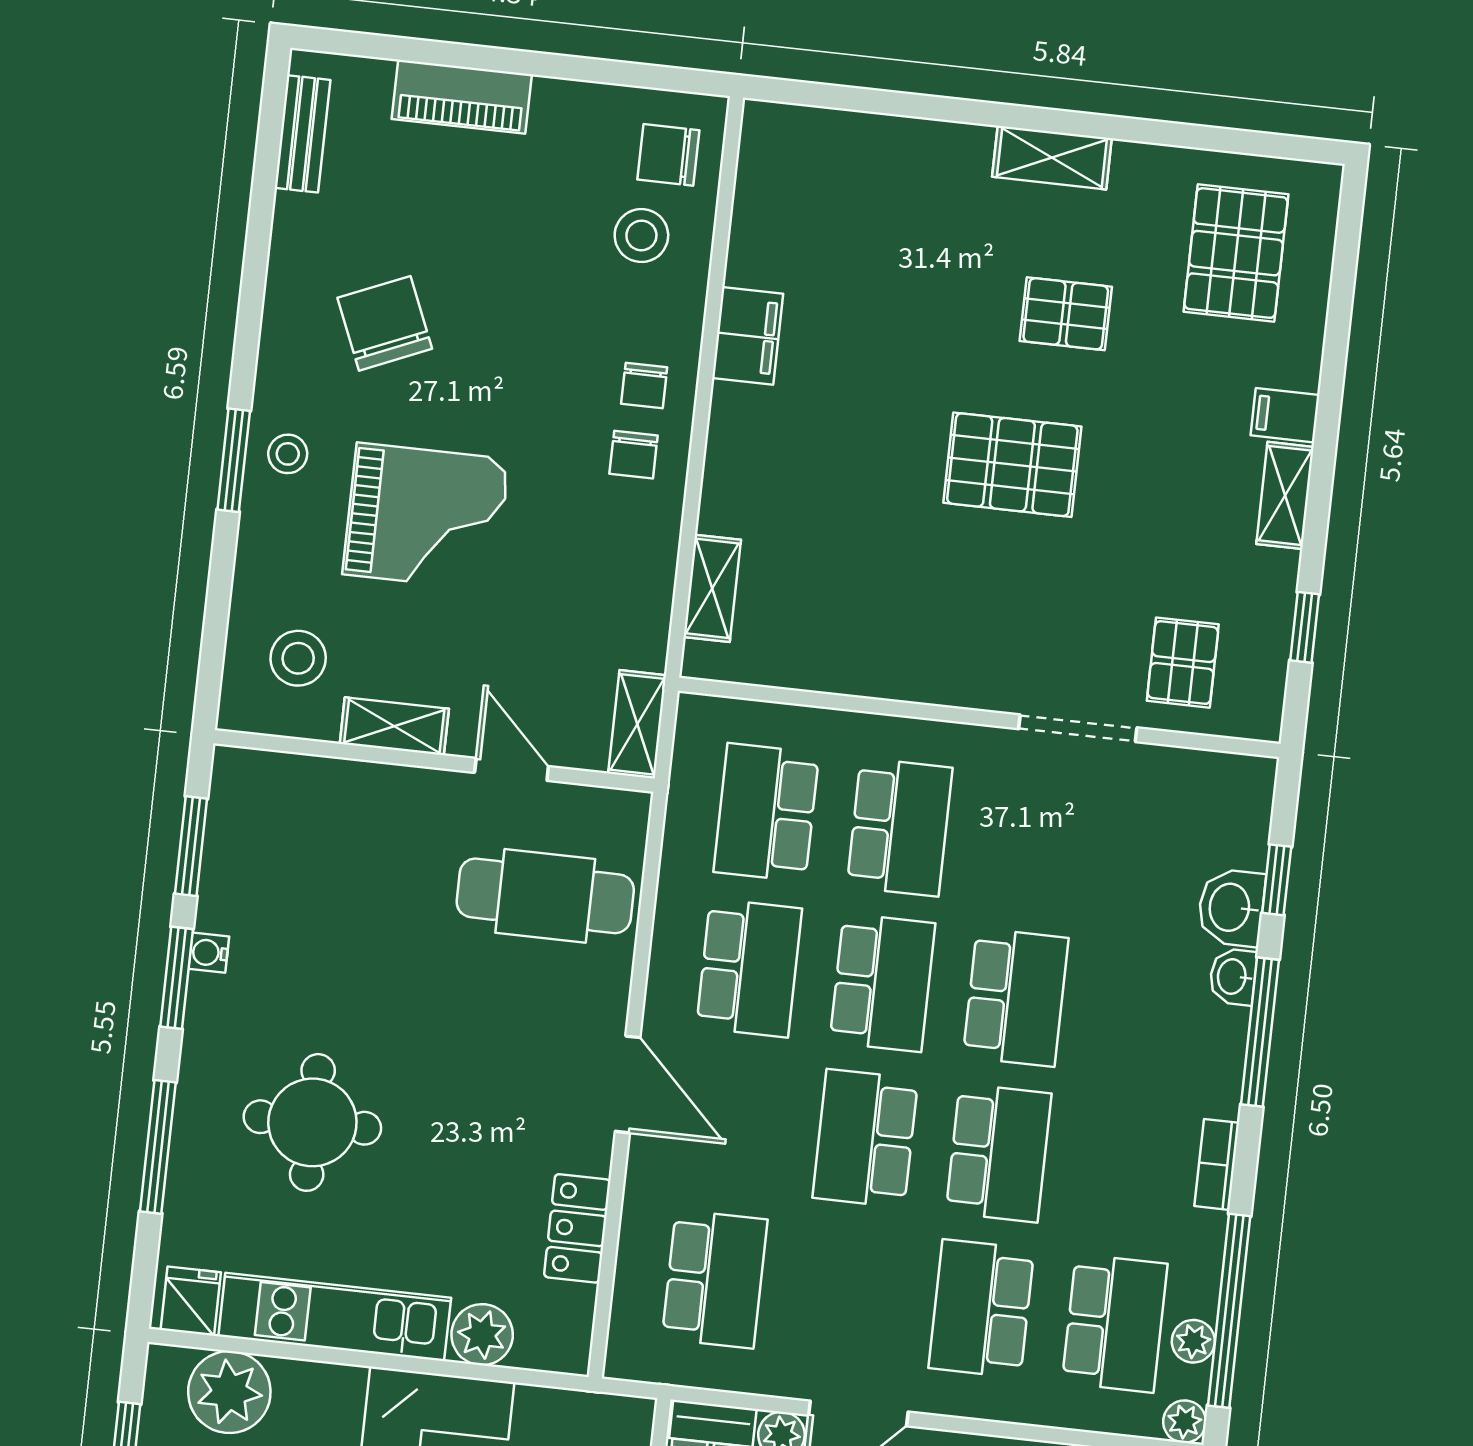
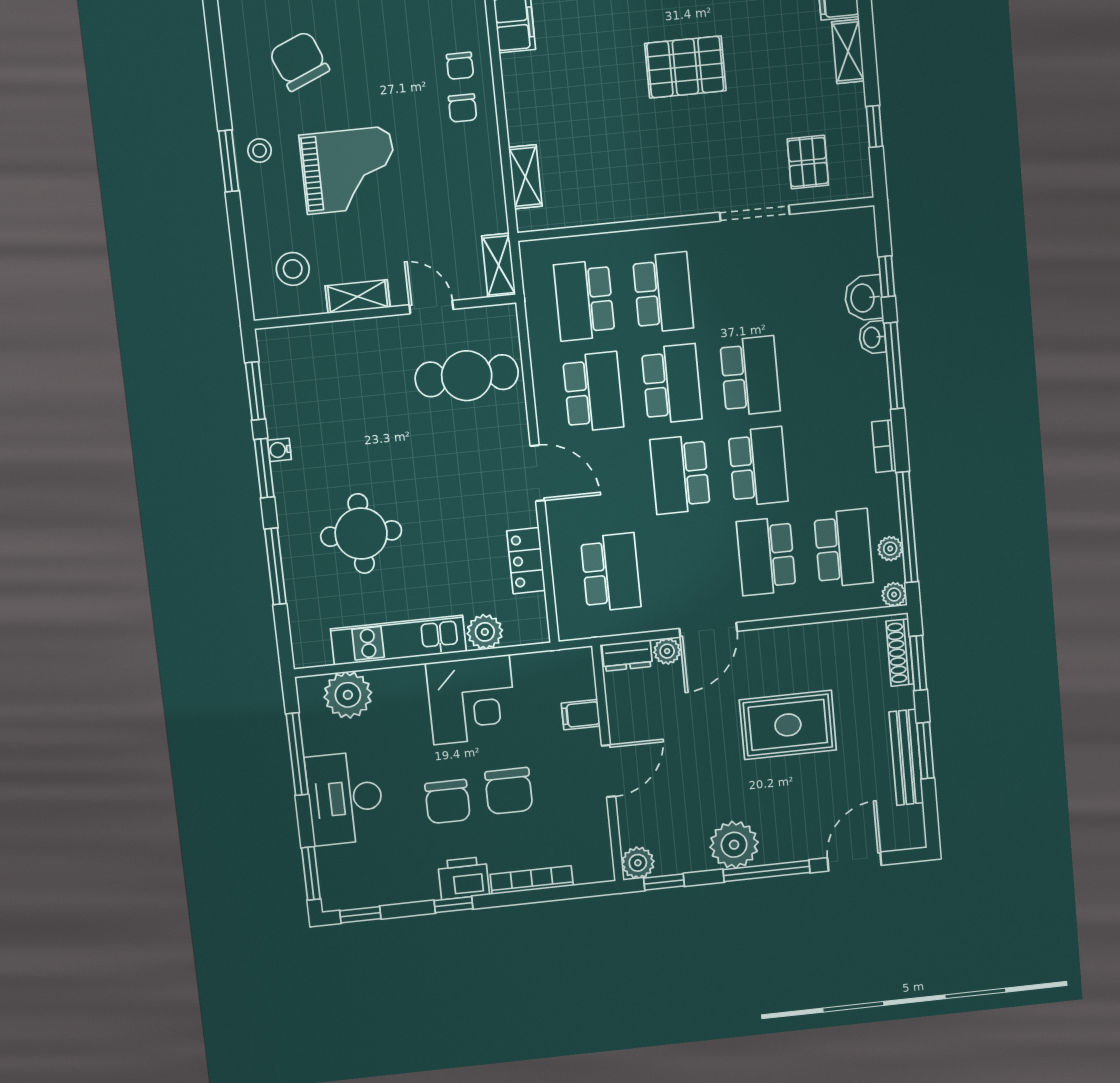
fridge: (191, 1301) -> (314, 649), removed

